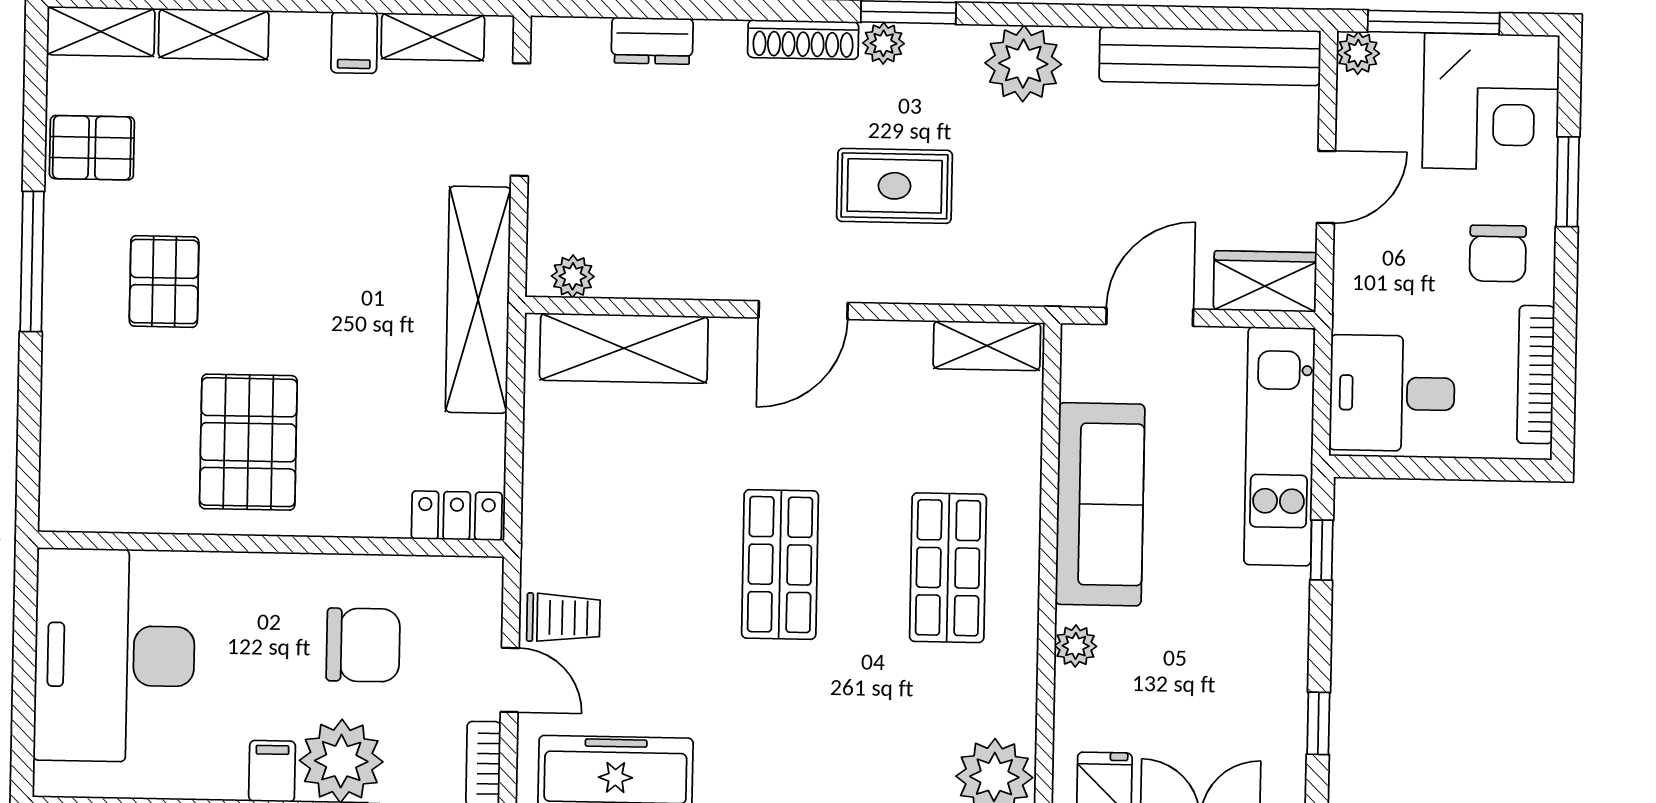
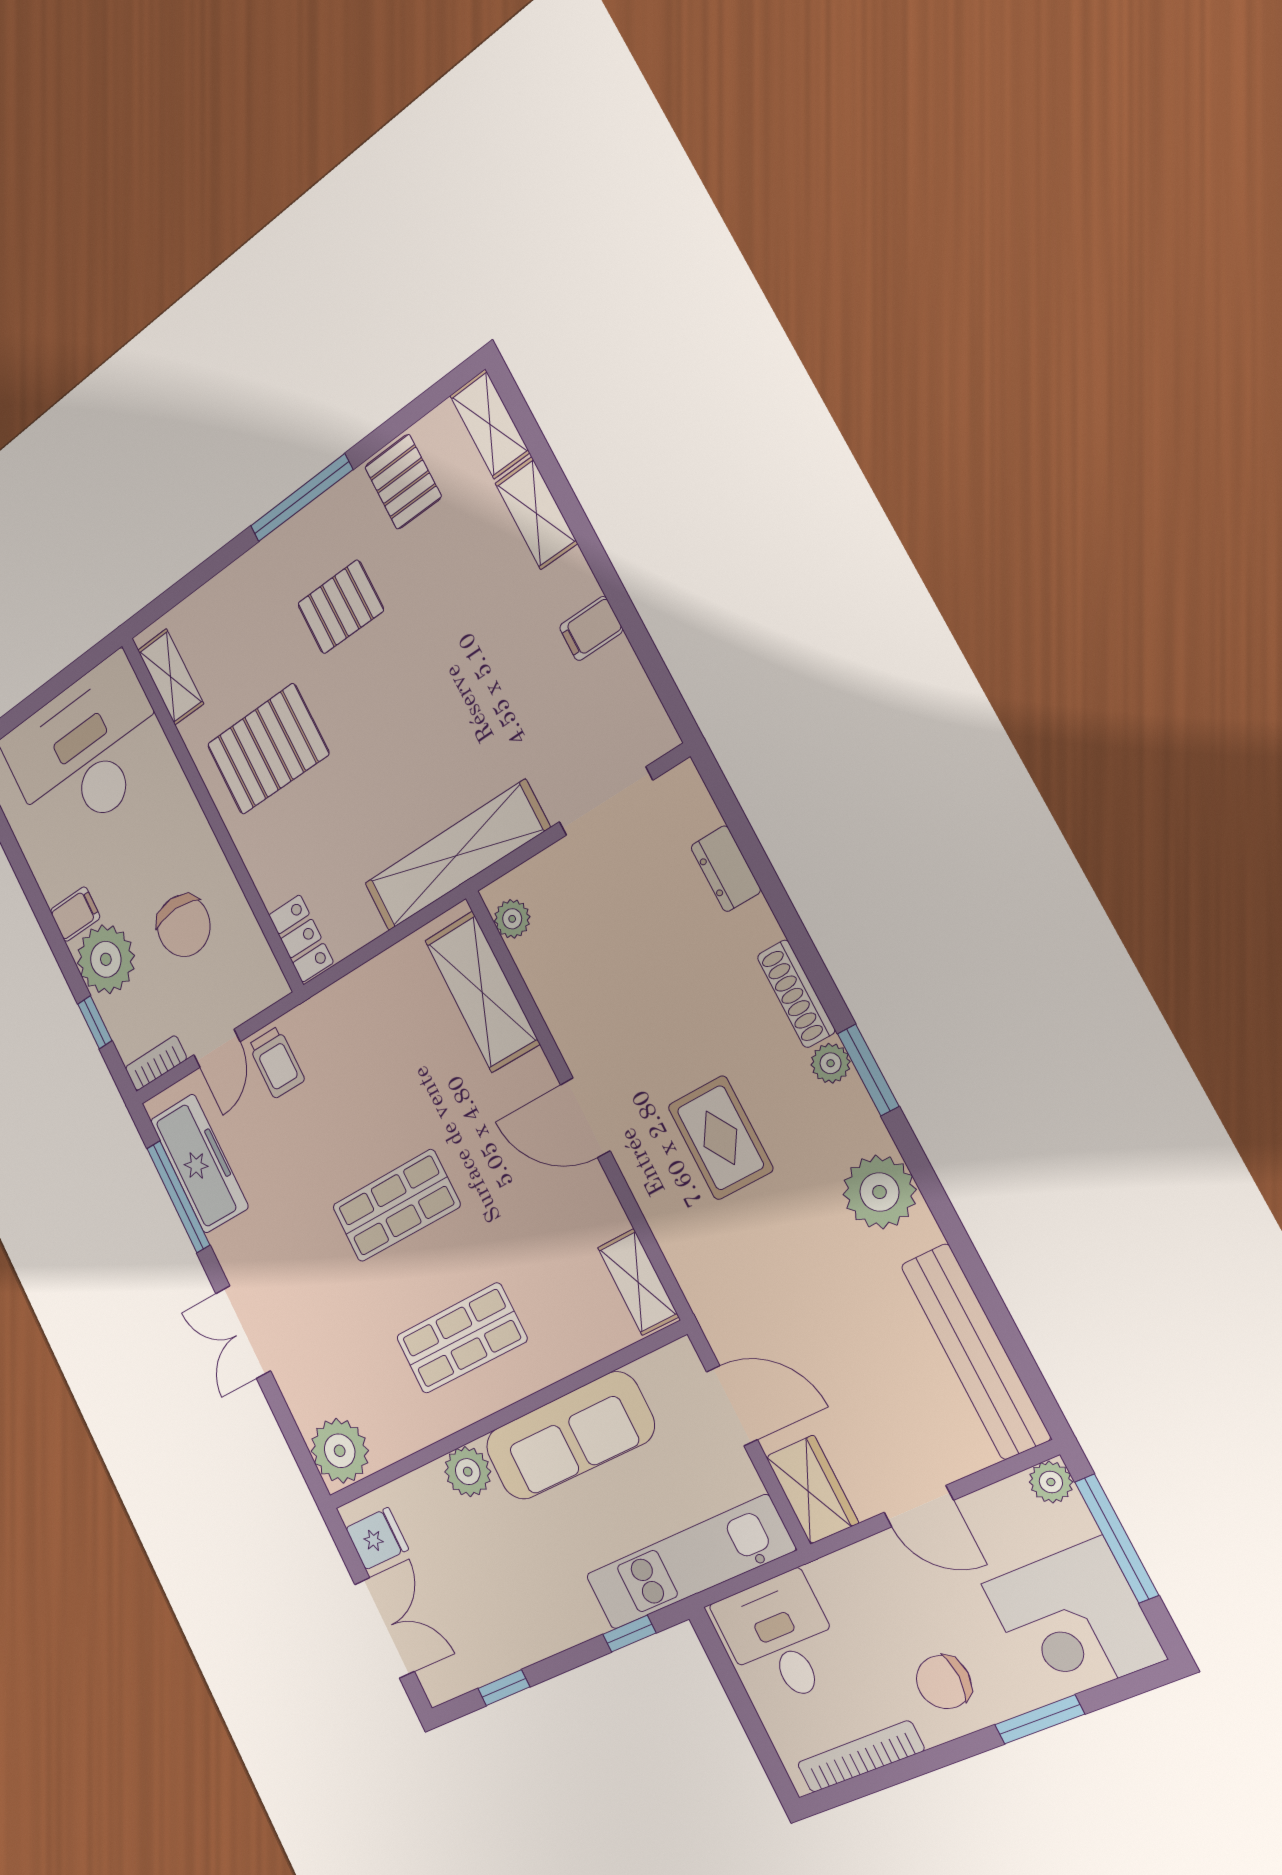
shelving: (433, 37) -> (171, 677), moved
plant: (1076, 646) -> (468, 1472), width x1.38, depth x1.38

